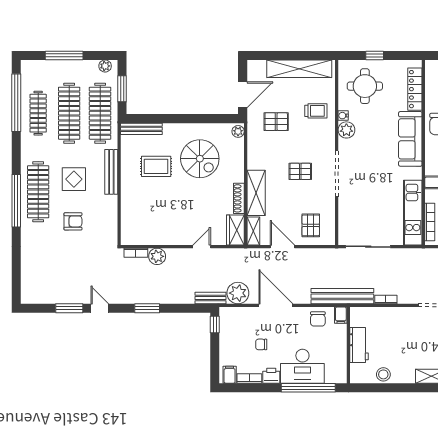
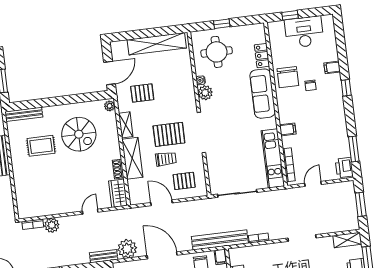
locker: (415, 89) -> (262, 56), width x0.66
trolley: (316, 111) -> (166, 159), moved
pallet: (300, 171) -> (169, 134), width x1.50, depth x1.42
shoe rack: (239, 198) -> (118, 169), width x0.70
pallet: (311, 225) -> (184, 181), turned 90
shelving: (253, 231) -> (126, 125), moved

